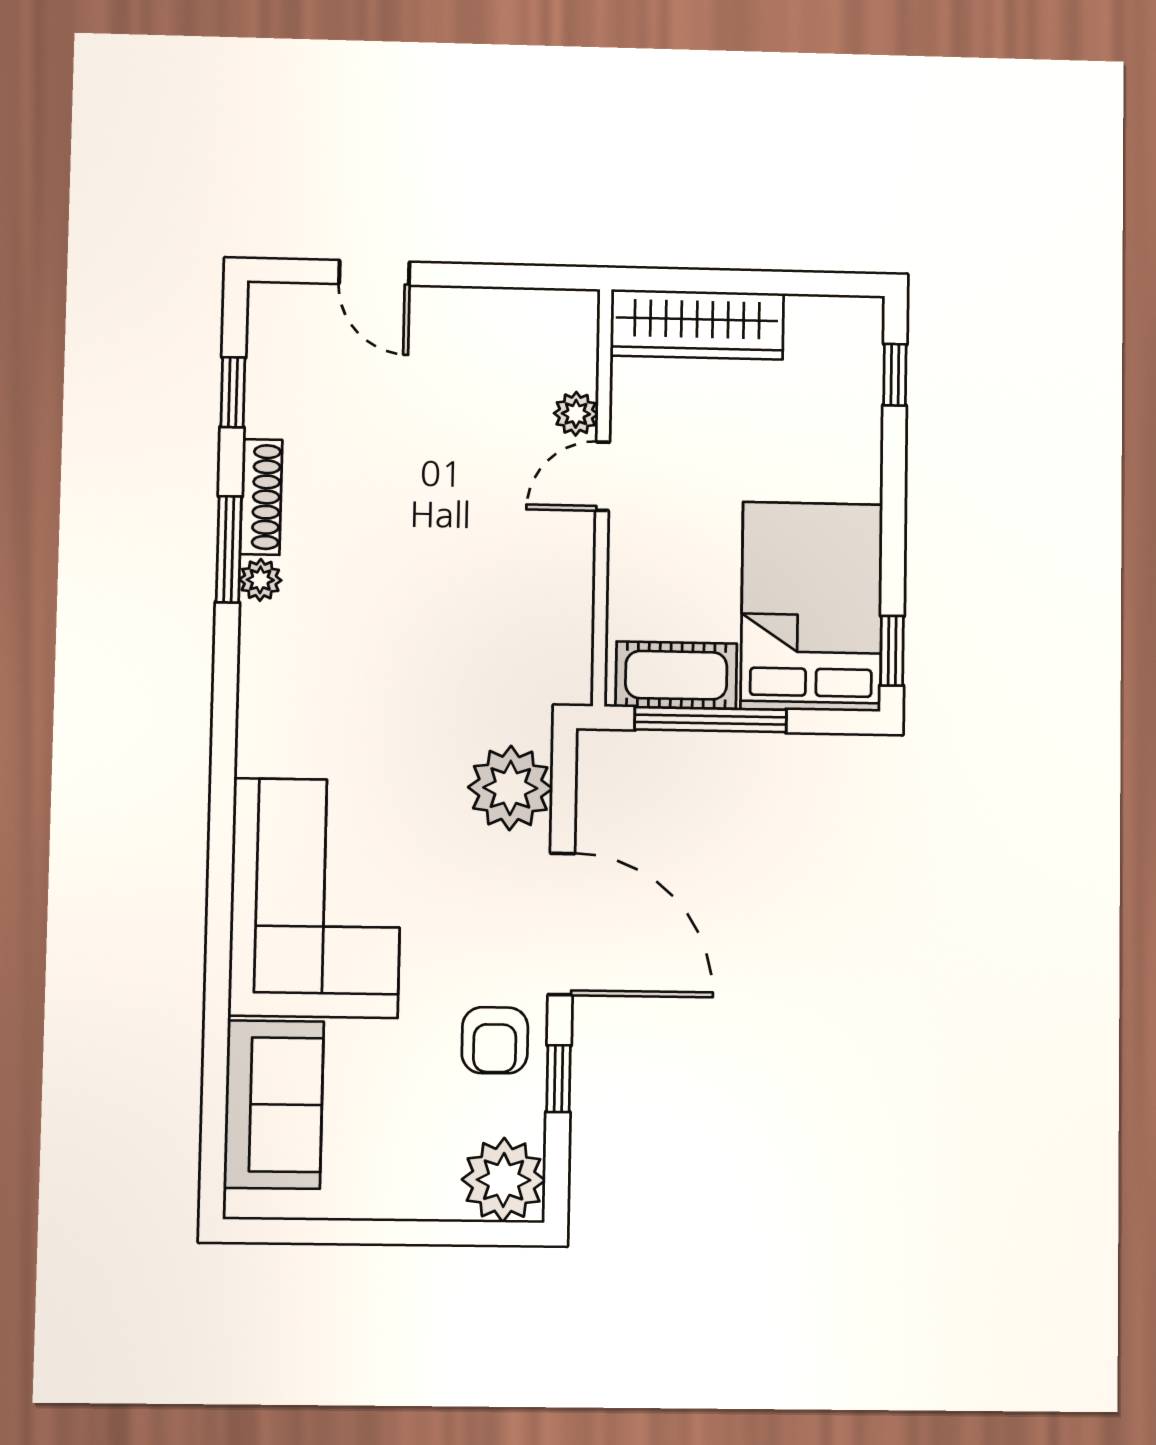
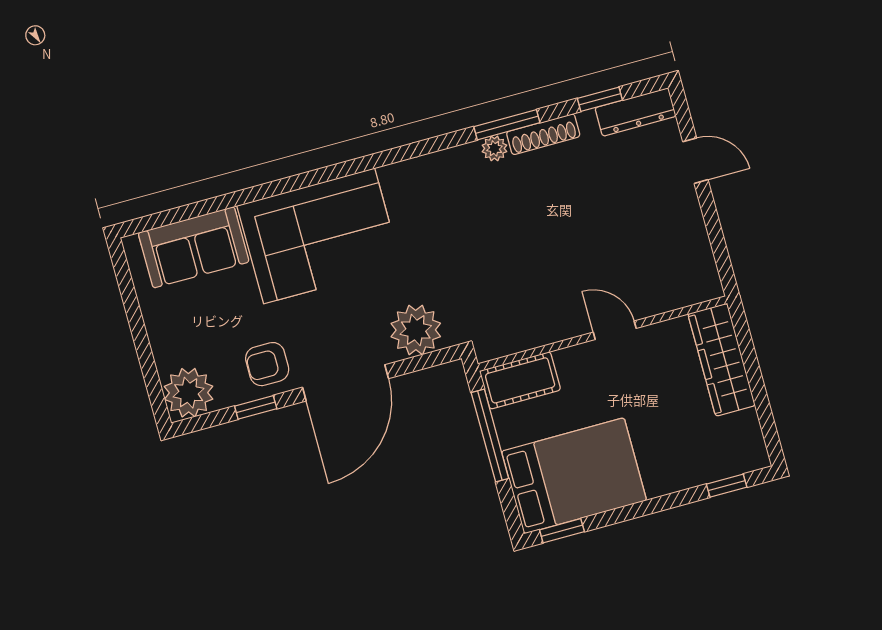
door: (374, 273) -> (695, 161), swing flipped
dresser: (270, 343) -> (636, 112), added
plant: (576, 414) -> (647, 304), removed
cot: (676, 675) -> (520, 380), moved, turned 90

